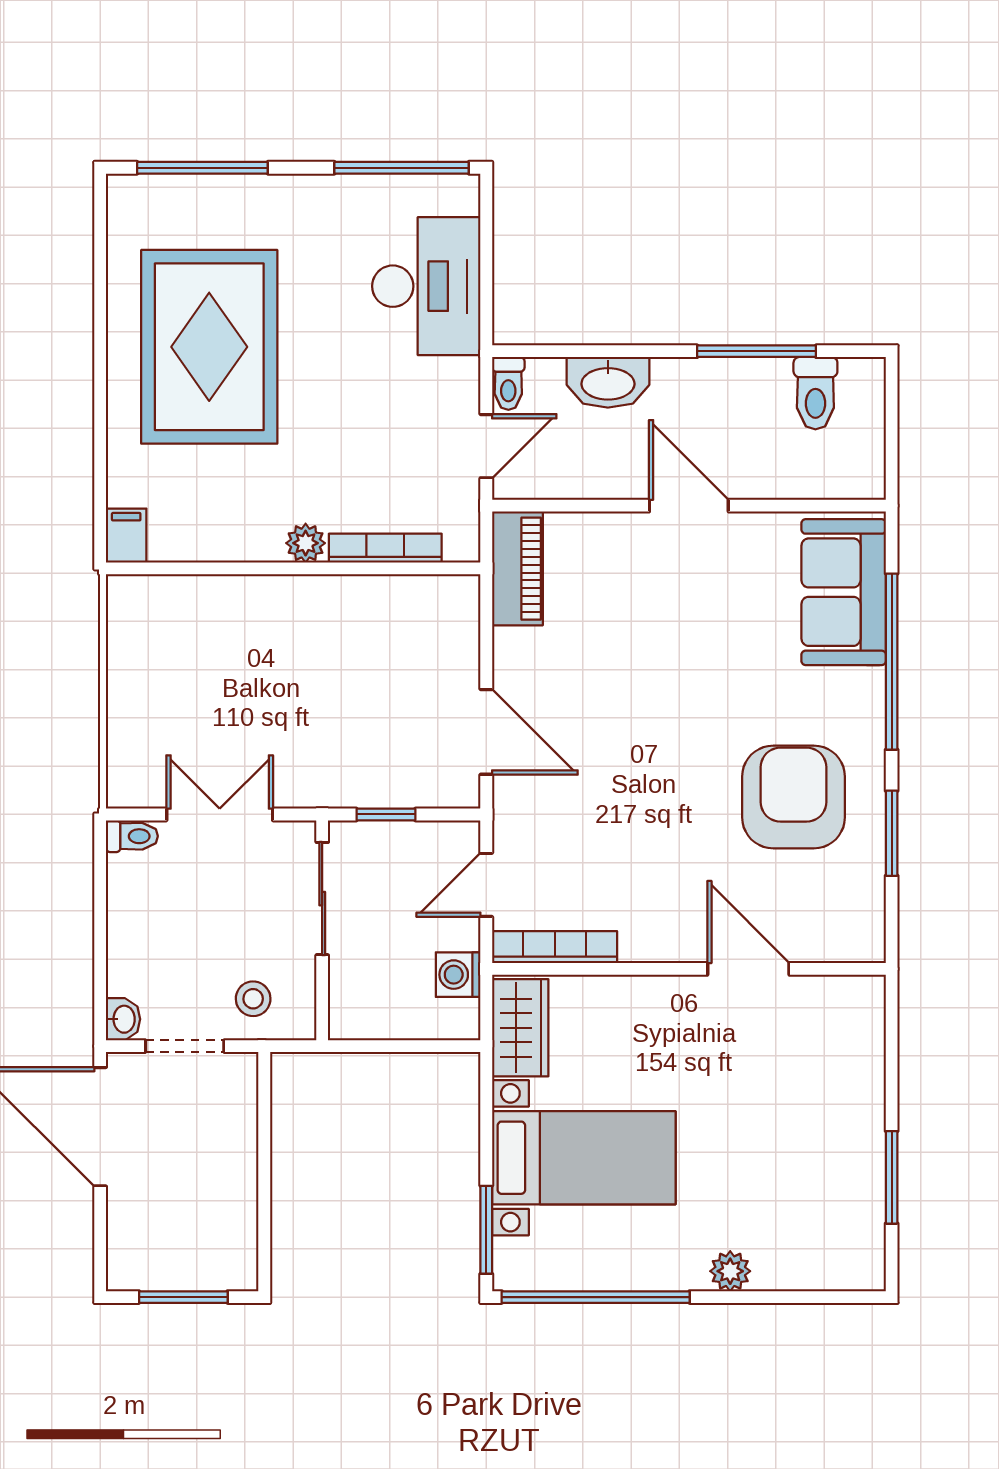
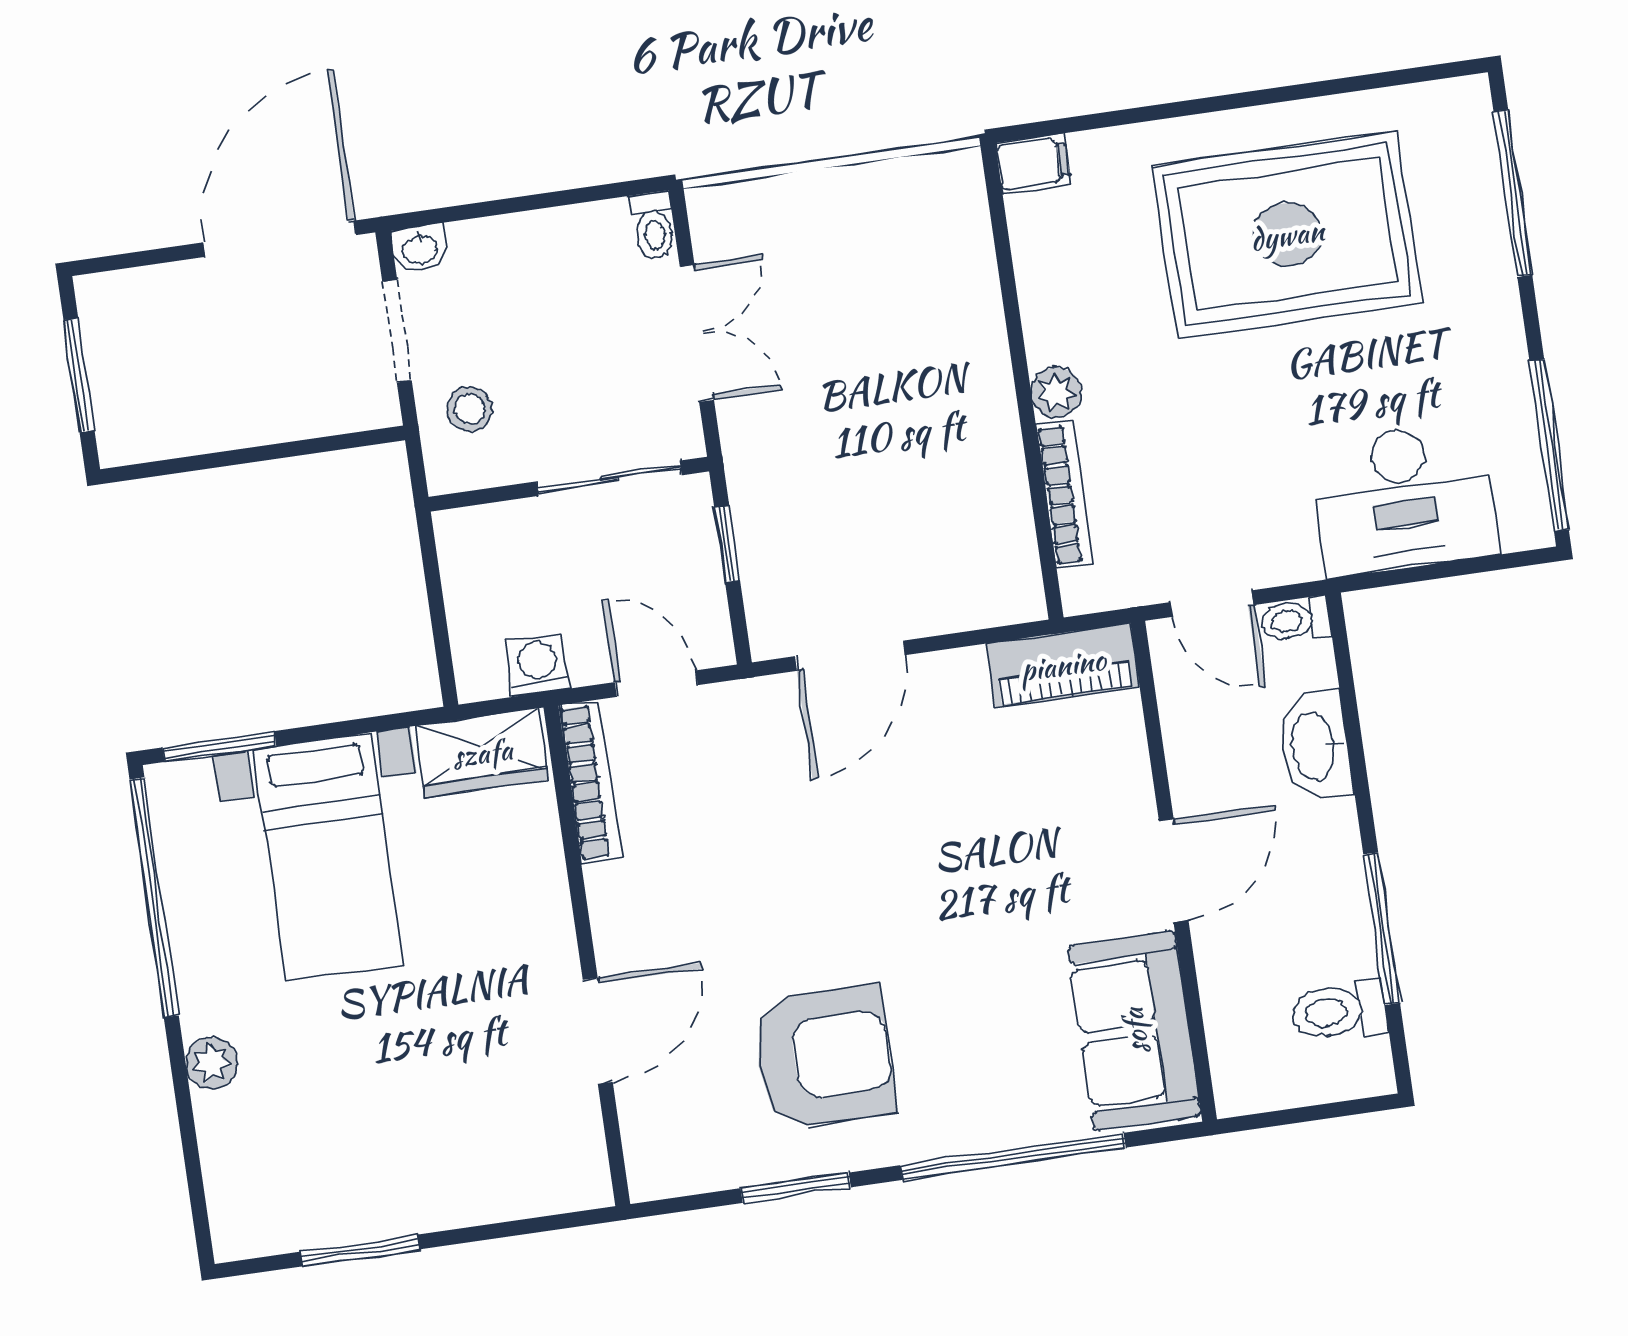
sofa: (844, 592) -> (1135, 1031), moved, turned -90

